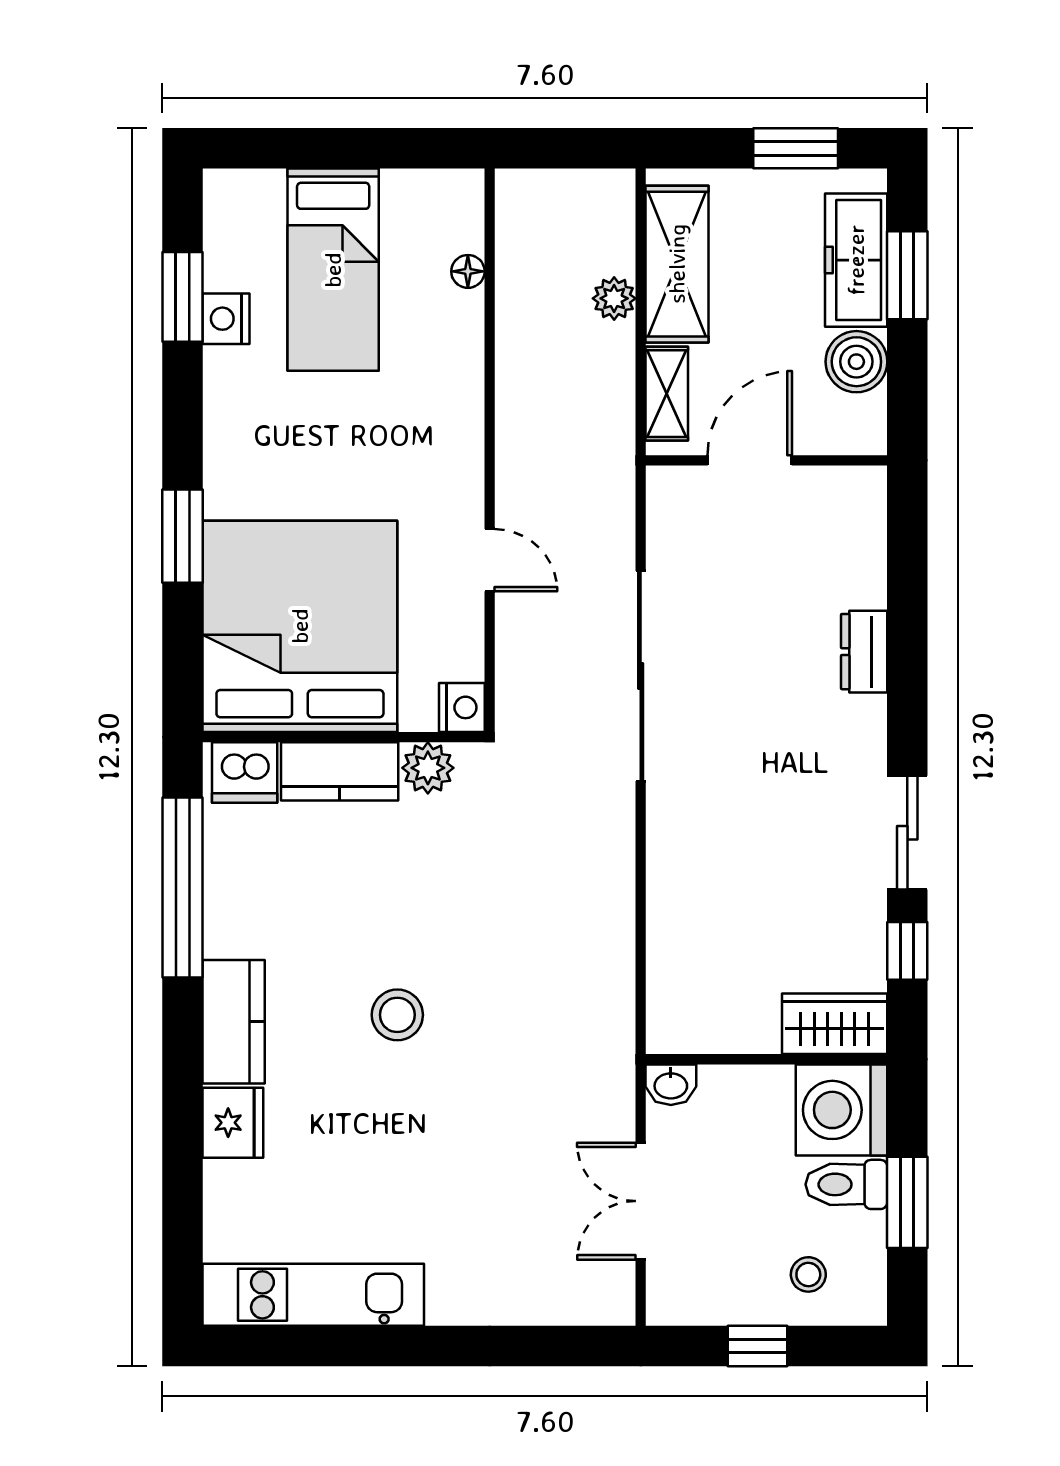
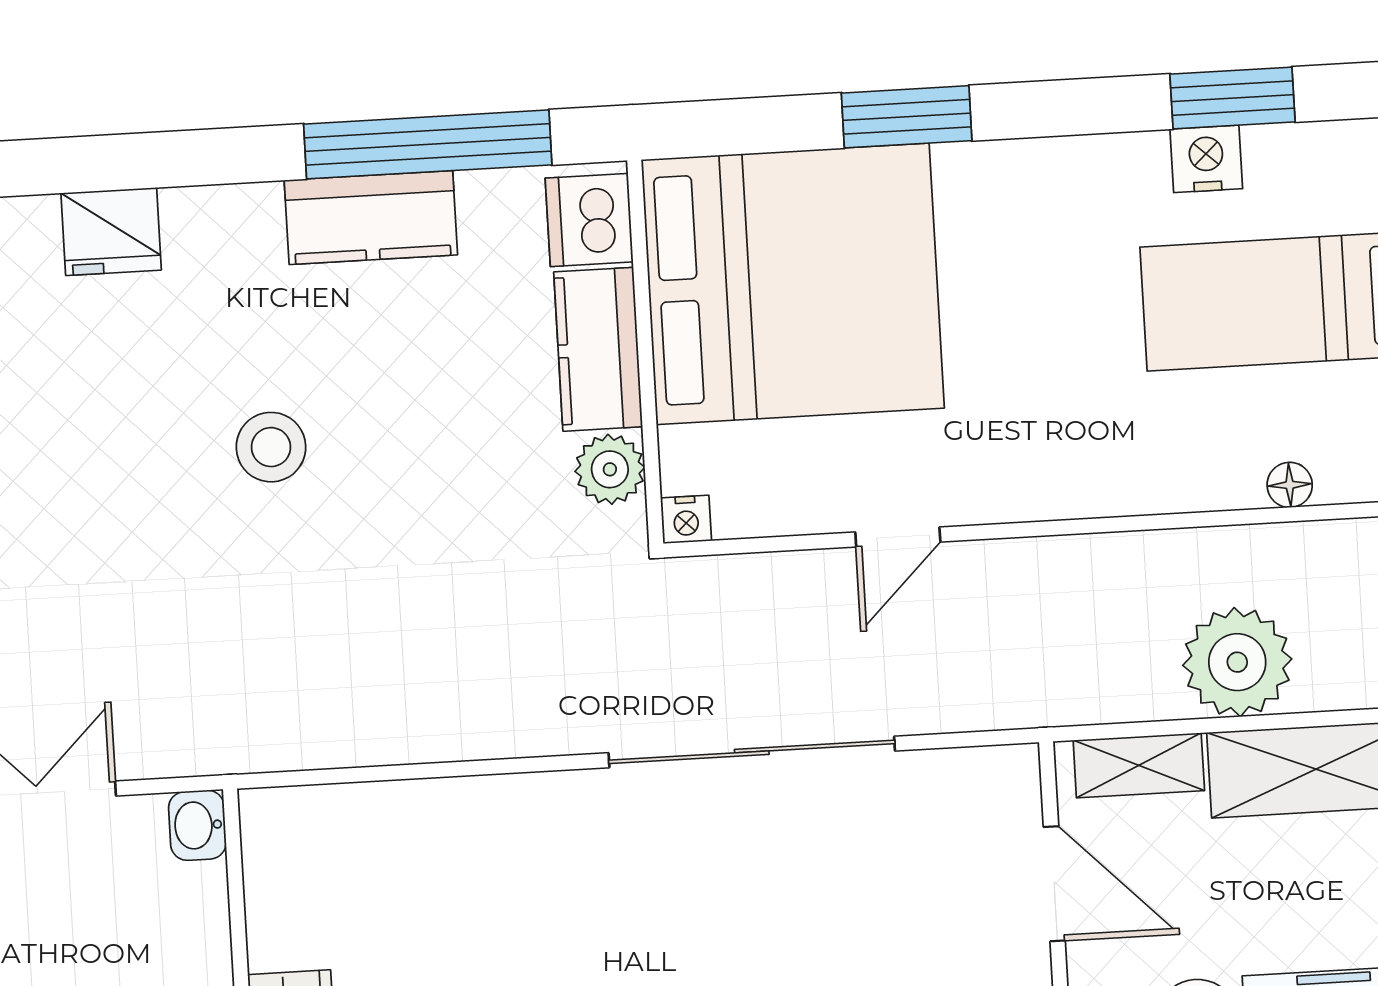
plant: (614, 298) -> (1237, 662), width x1.87, depth x1.87
nightstand: (462, 707) -> (686, 519), width x0.72, depth x0.74
kitchen counter: (234, 1022) -> (371, 218), moved

